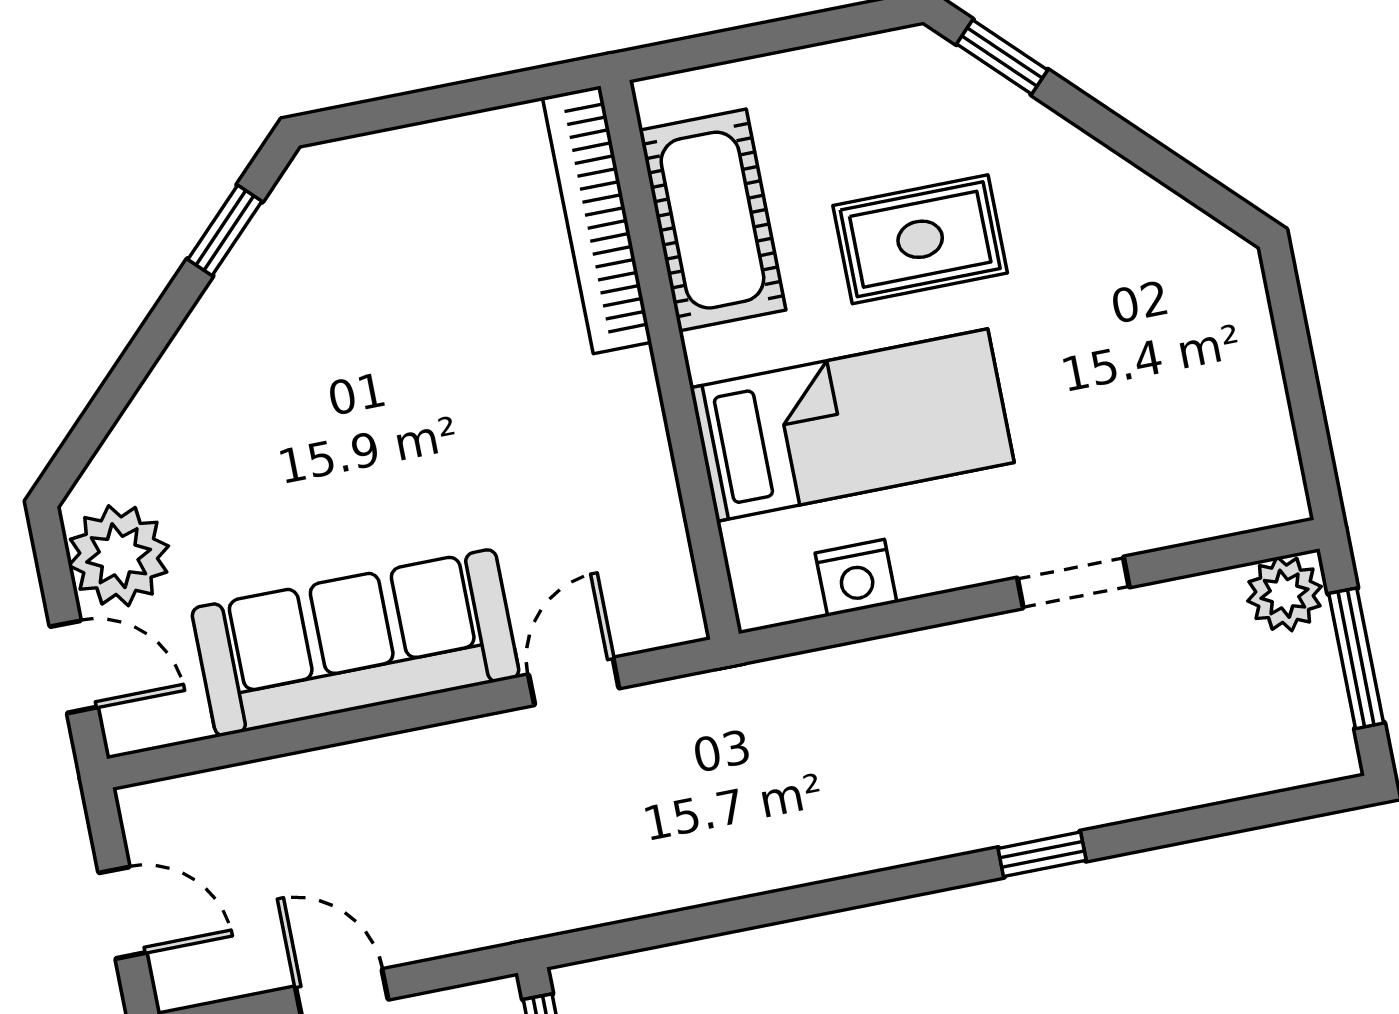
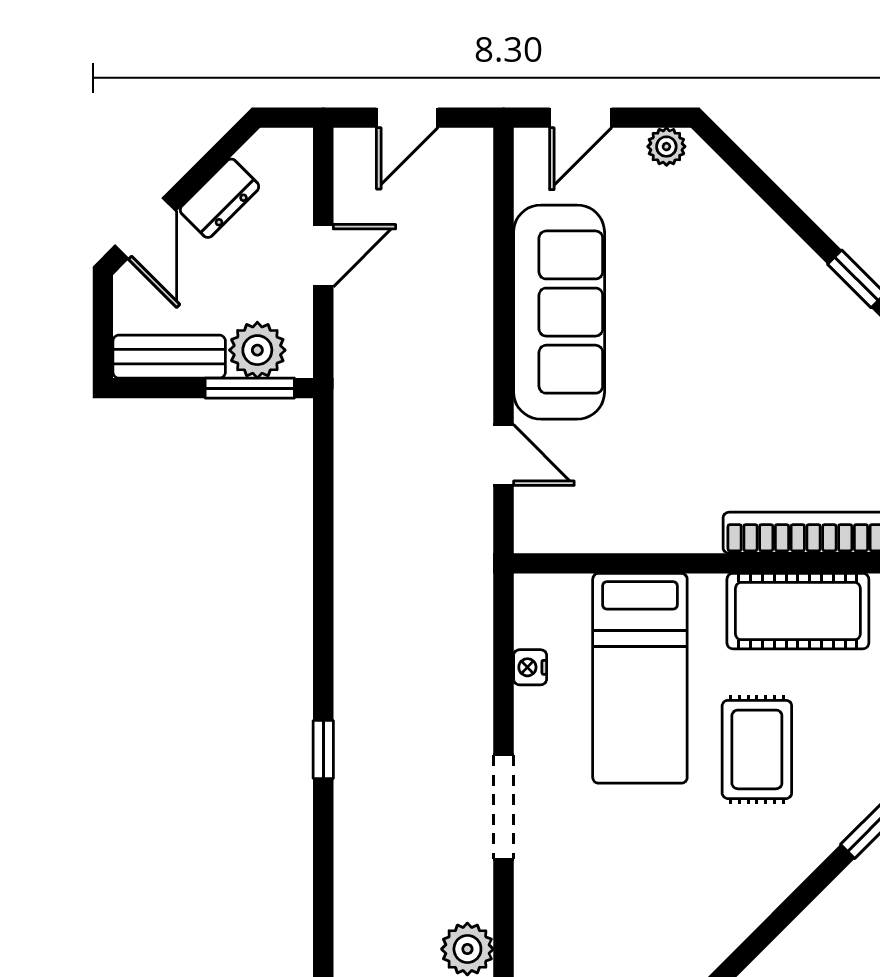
plant: (119, 556) -> (666, 147), width x0.53, depth x0.53
nightstand: (856, 578) -> (530, 667), width x0.72, depth x0.74
doorway: (1073, 582) -> (503, 807), width x1.38

